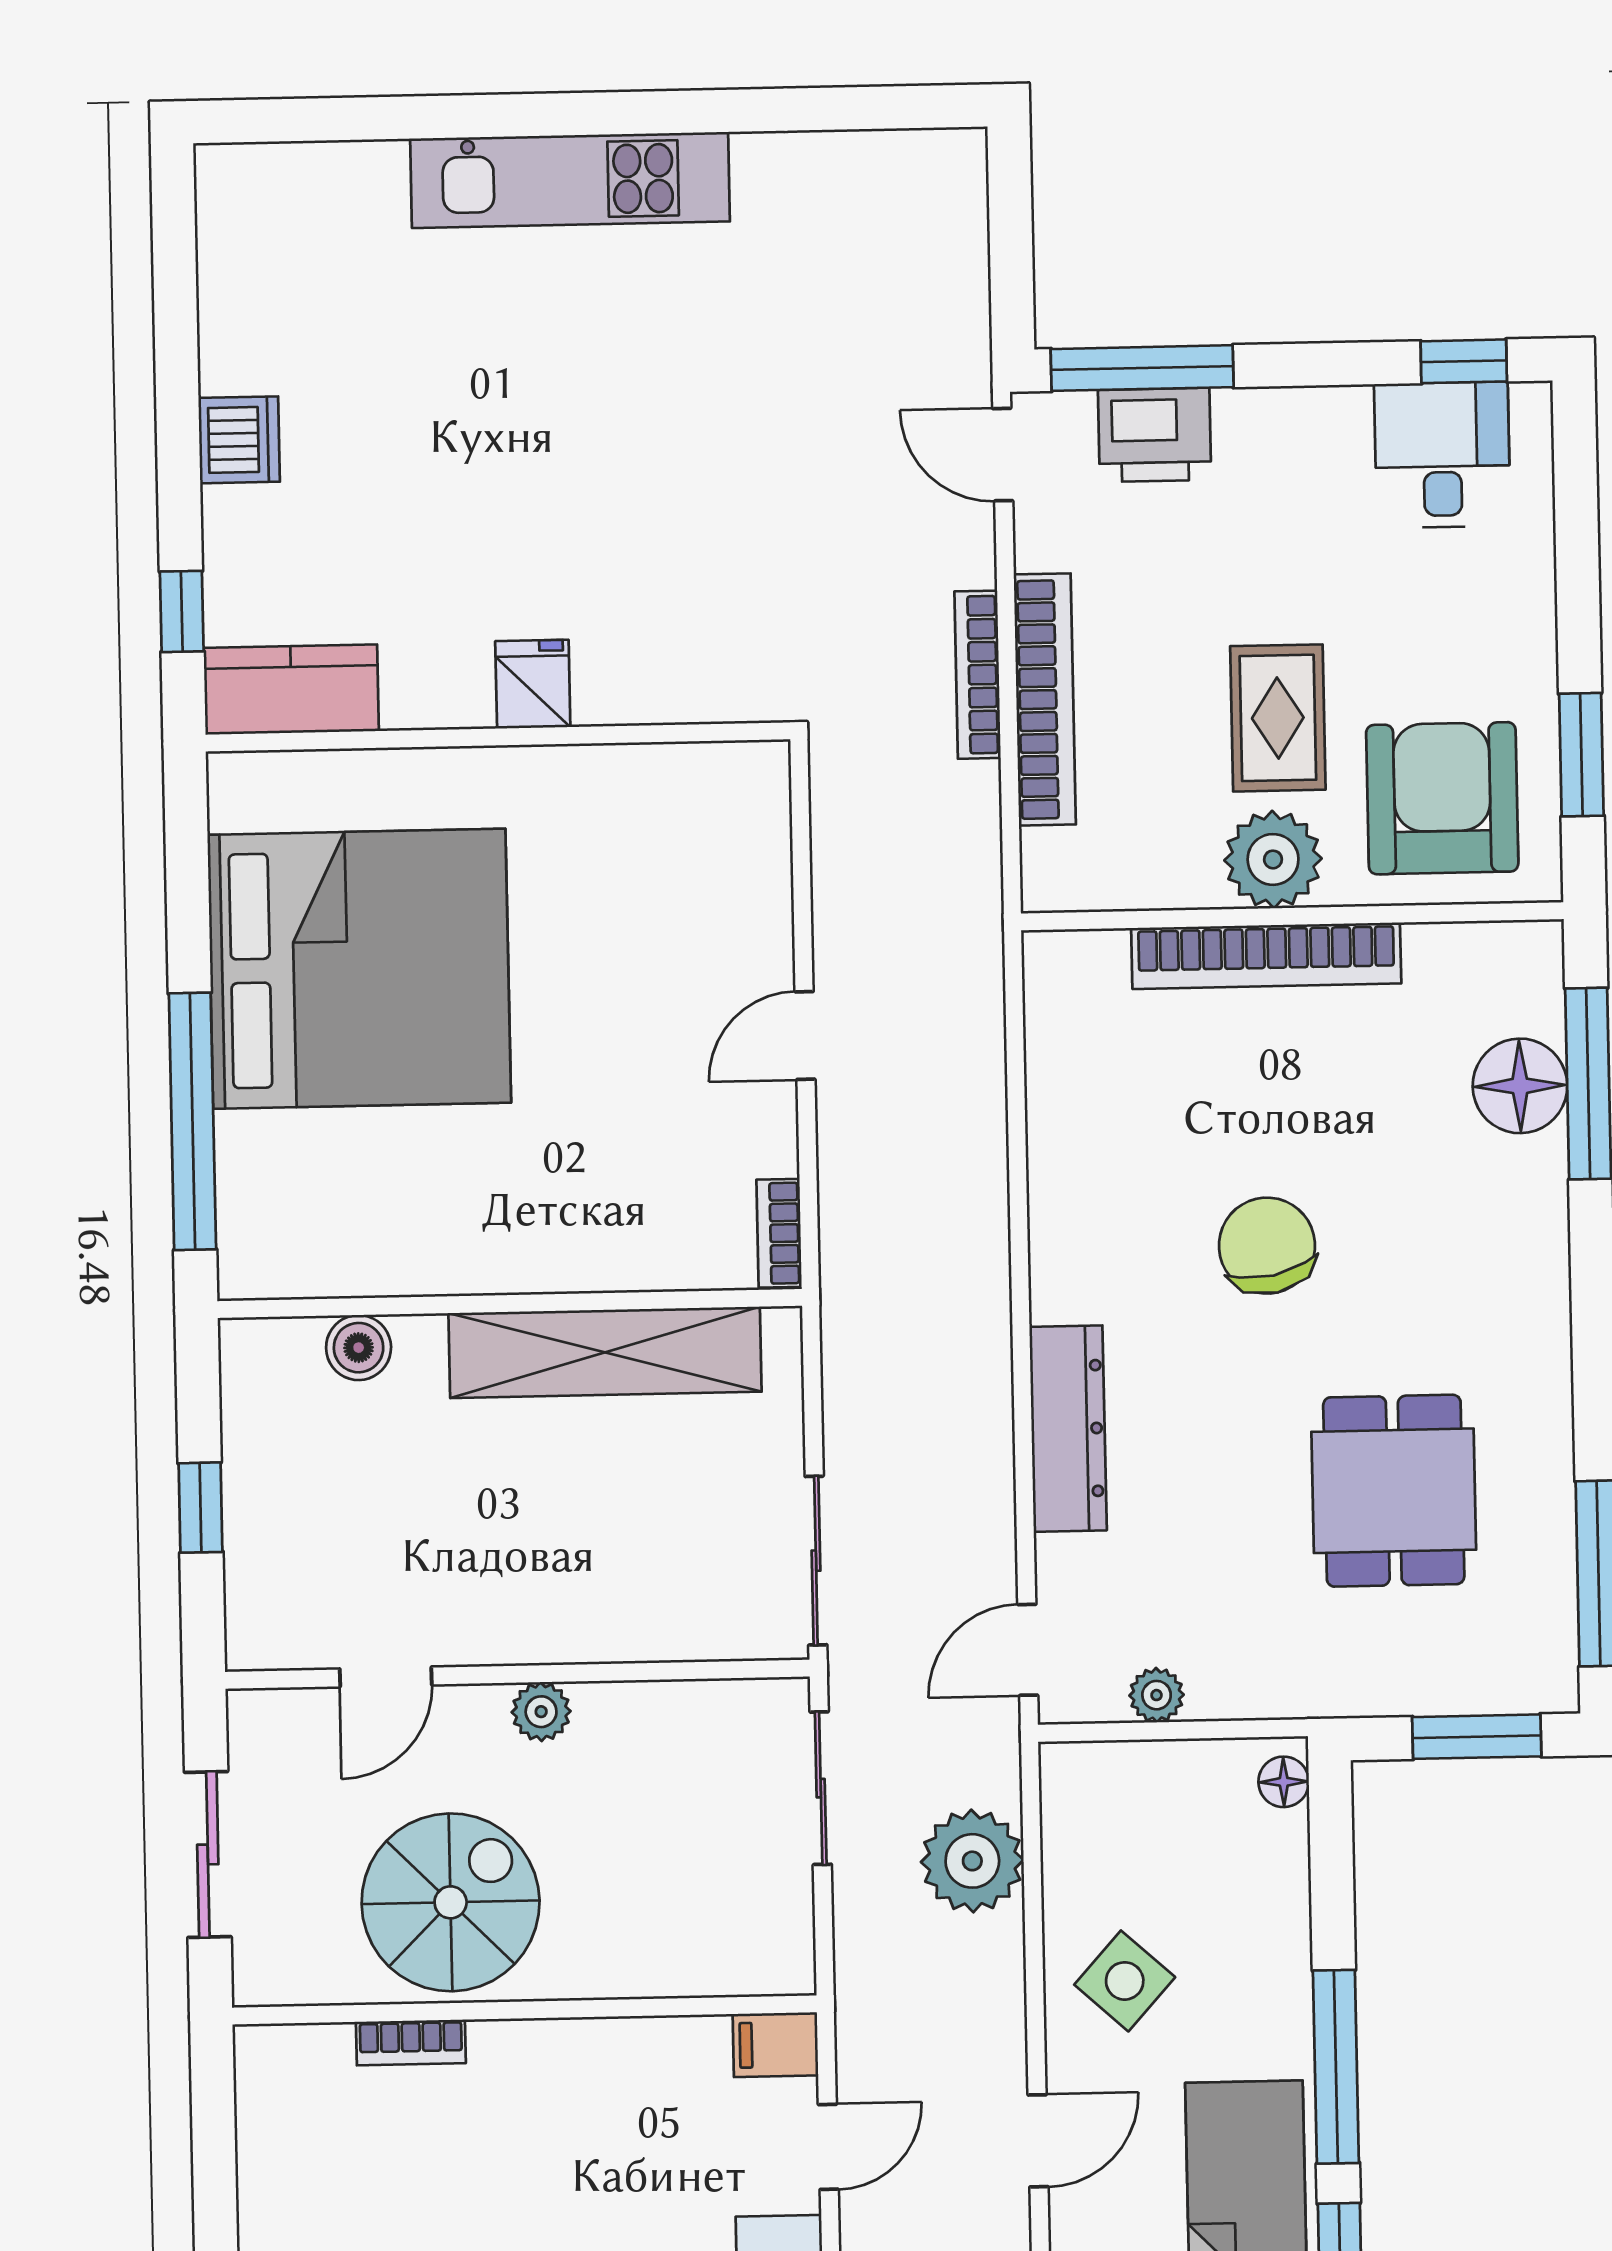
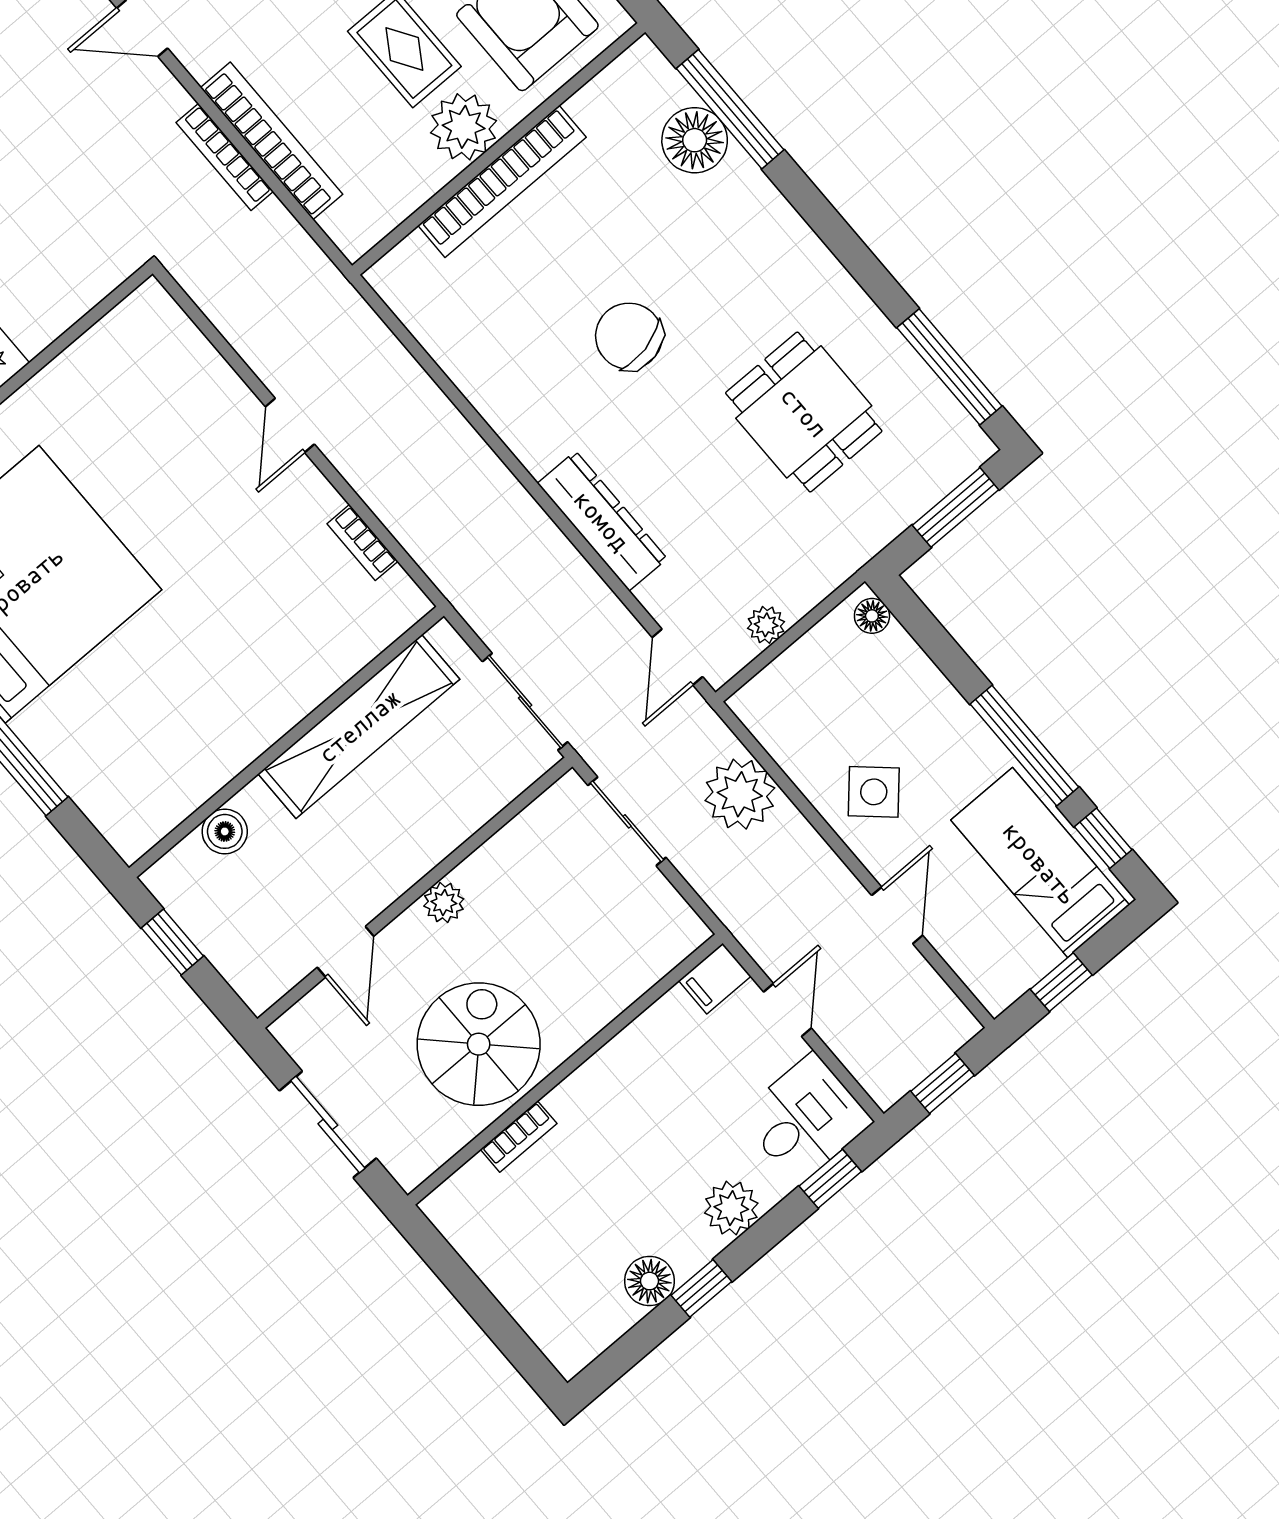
wall: (510, 1304) -> (286, 742), moved
boiler: (359, 1348) -> (225, 831), moved
shelving: (605, 1352) -> (359, 726), moved

